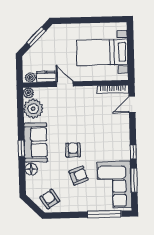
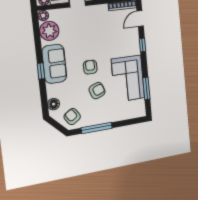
window: (133, 152) -> (142, 45), moved
floor lamp: (31, 169) -> (54, 104), moved
corner sofa: (114, 185) -> (128, 79), moved
window: (104, 214) -> (97, 128), moved

